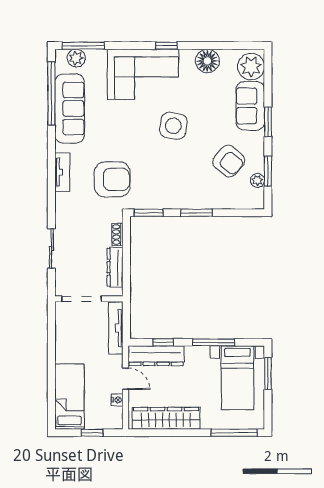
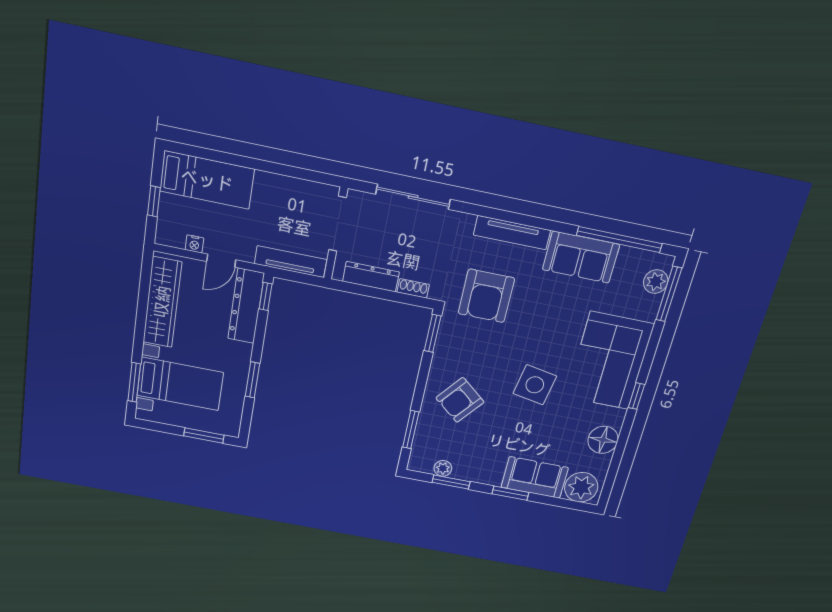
sofa: (70, 109) -> (581, 257), width x0.73
armchair: (229, 161) -> (460, 400), moved
tv unit: (62, 172) -> (512, 233), width x1.41
window: (197, 213) -> (411, 430), moved
sliding door: (51, 249) -> (413, 197), width x1.37
window: (163, 342) -> (266, 297), moved
window: (214, 342) -> (252, 380), width x0.69
bed with nightstands: (237, 378) -> (180, 384), moved, turned 180
window: (234, 433) -> (134, 382), width x0.69

